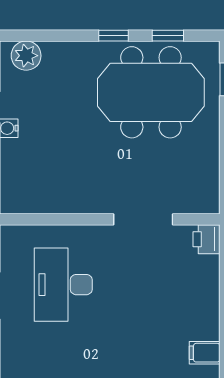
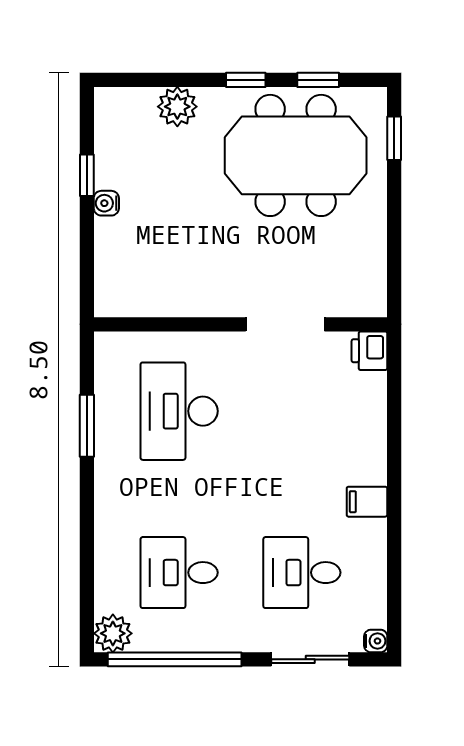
plant: (26, 56) -> (177, 107), moved

